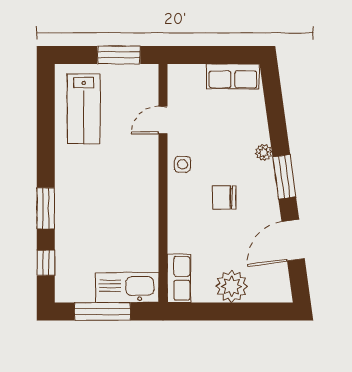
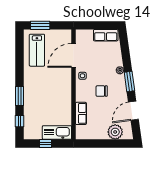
window: (119, 55) -> (40, 25), moved
door: (163, 120) -> (74, 55), width x1.87
row of seats: (179, 278) -> (81, 113), moved
plant: (232, 286) -> (115, 132), moved
window: (102, 311) -> (46, 143), width x0.46

